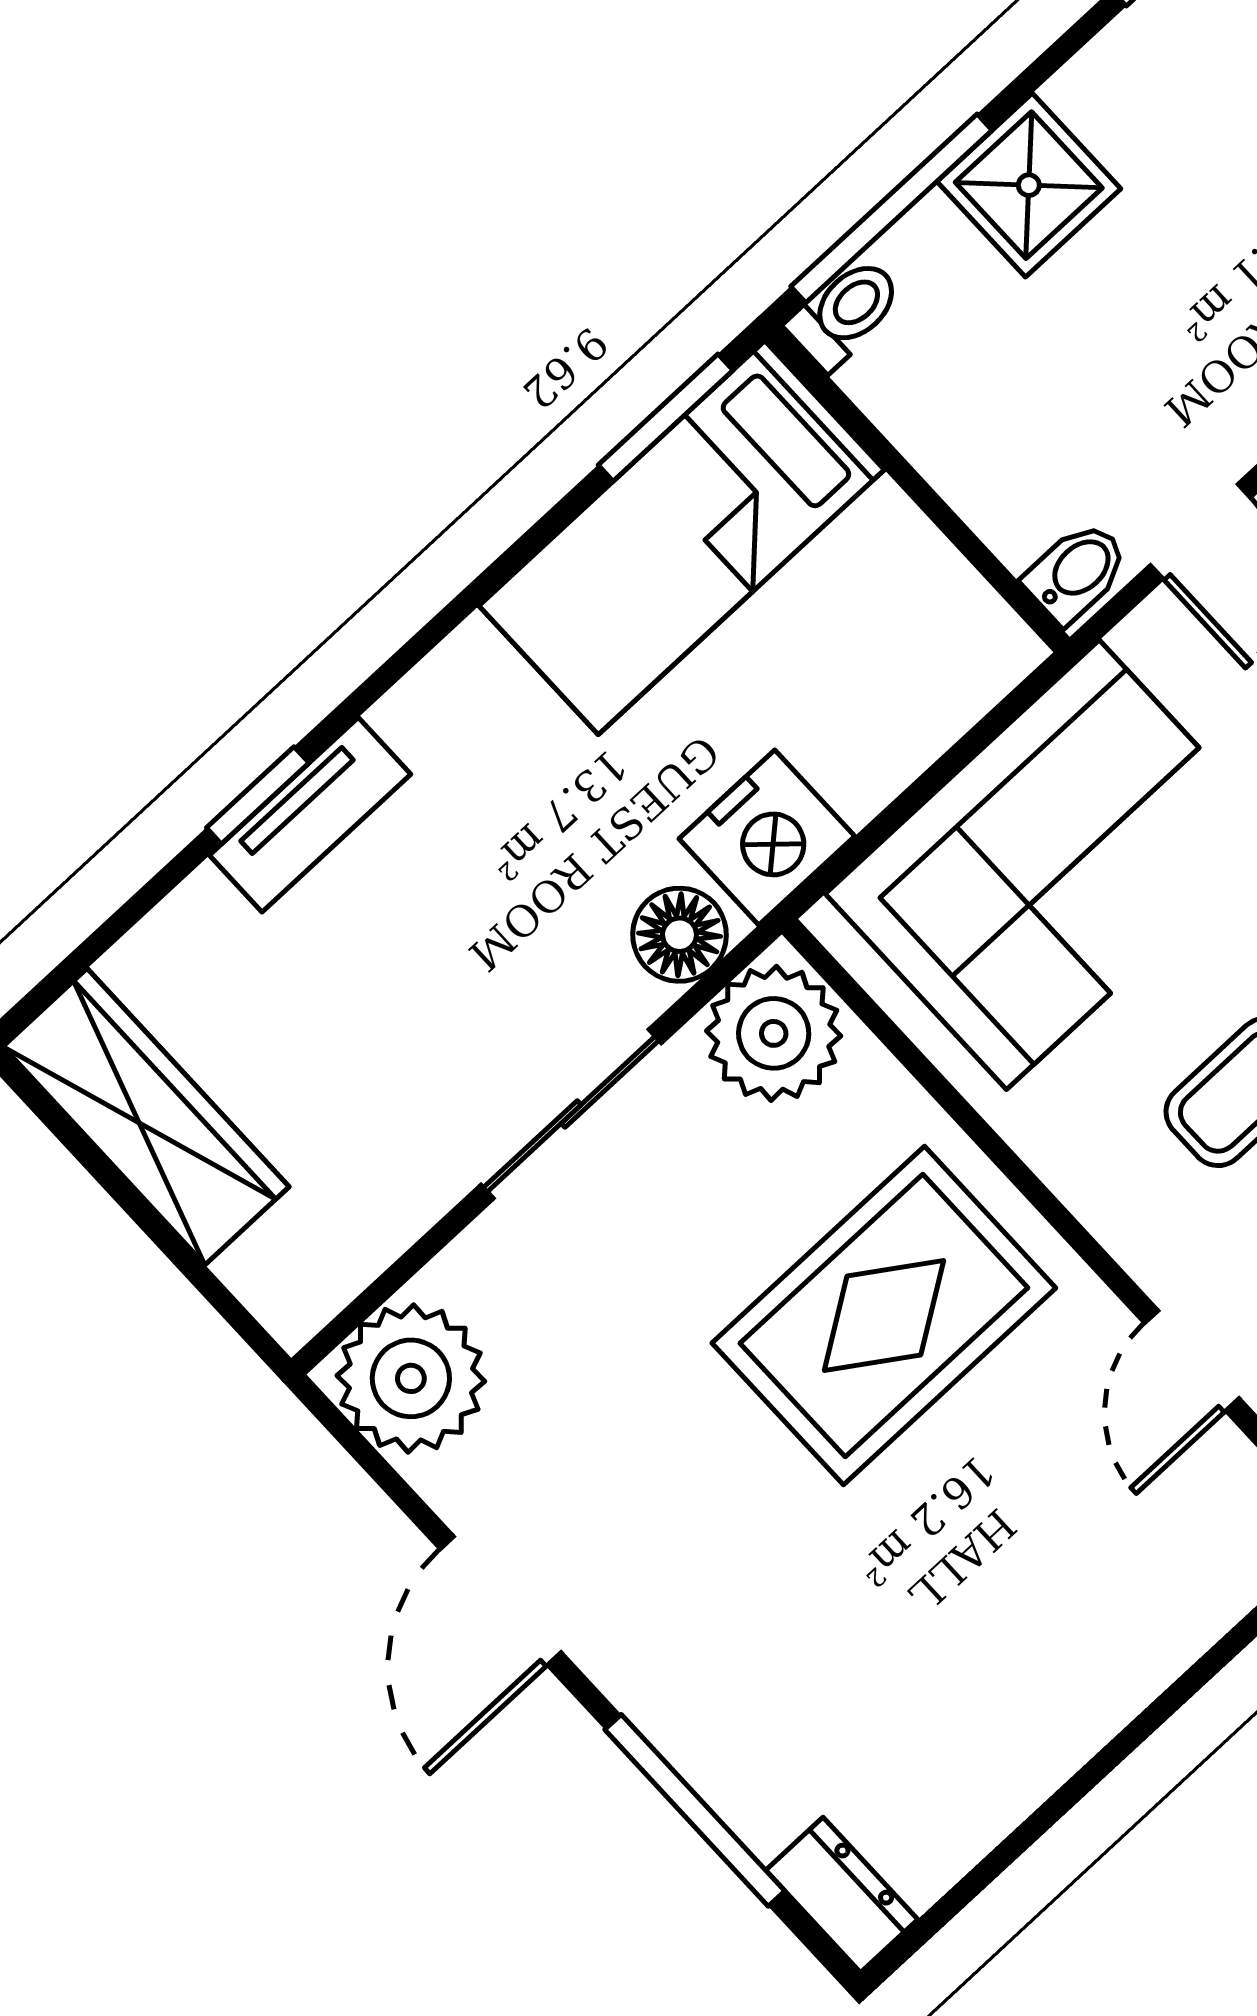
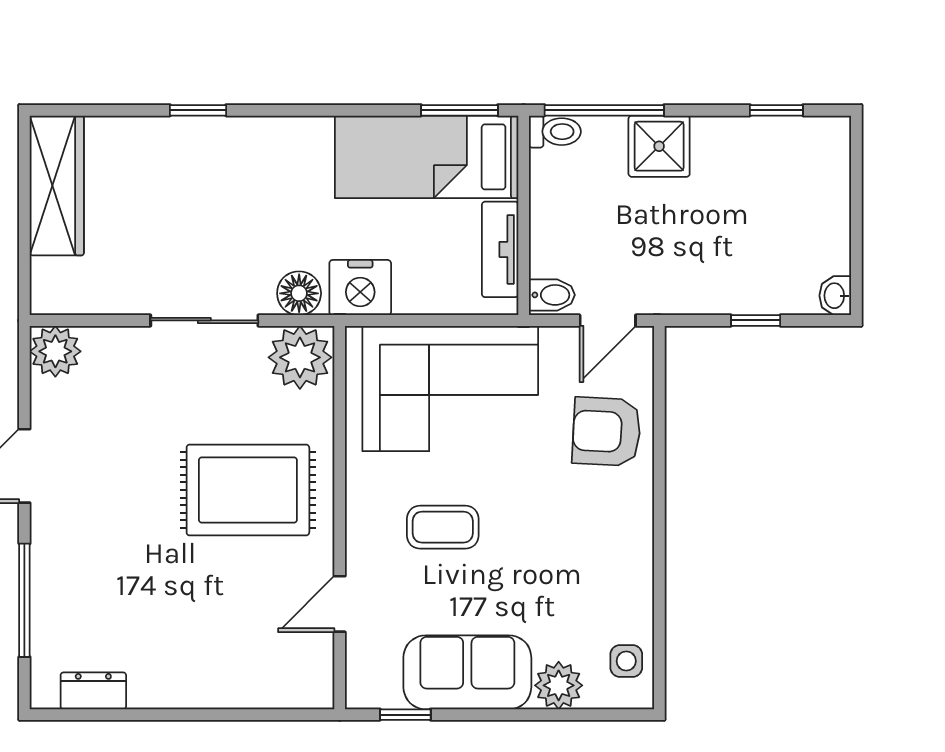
tv unit: (310, 815) -> (500, 249), moved, turned 90
plant: (411, 1378) -> (55, 351), width x0.73, depth x0.73
dresser: (842, 1895) -> (93, 691), moved, turned -90

